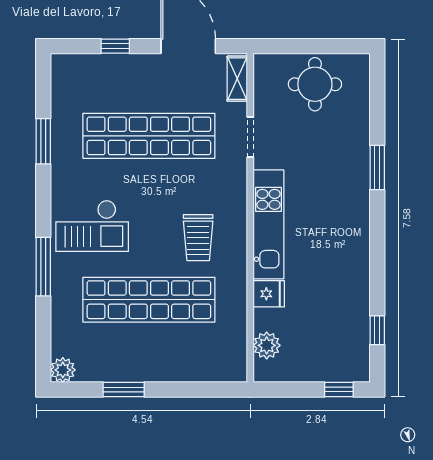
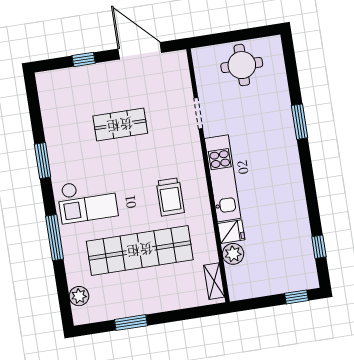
shelving: (237, 79) -> (214, 281), moved
shop shelf: (149, 136) -> (120, 125), width x0.50, depth x0.74
window: (43, 141) -> (43, 161), moved
plant: (267, 345) -> (233, 254), moved
plant: (63, 370) -> (79, 296), moved

